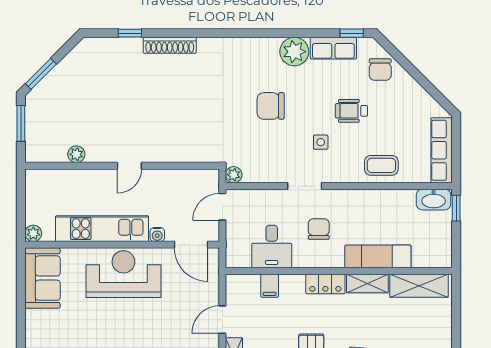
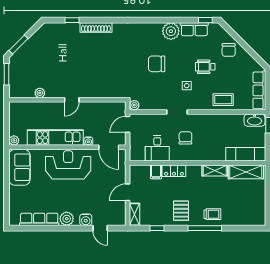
chair: (380, 70) -> (229, 50), moved
exam couch: (378, 256) -> (246, 154), moved
locker: (325, 284) -> (174, 171), moved

